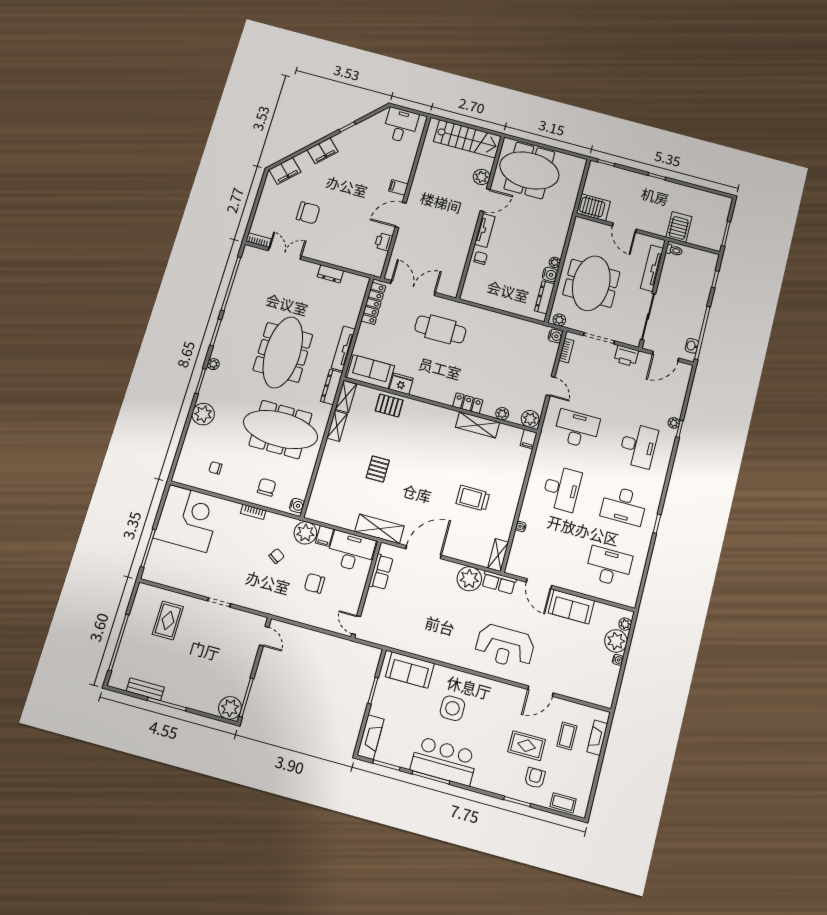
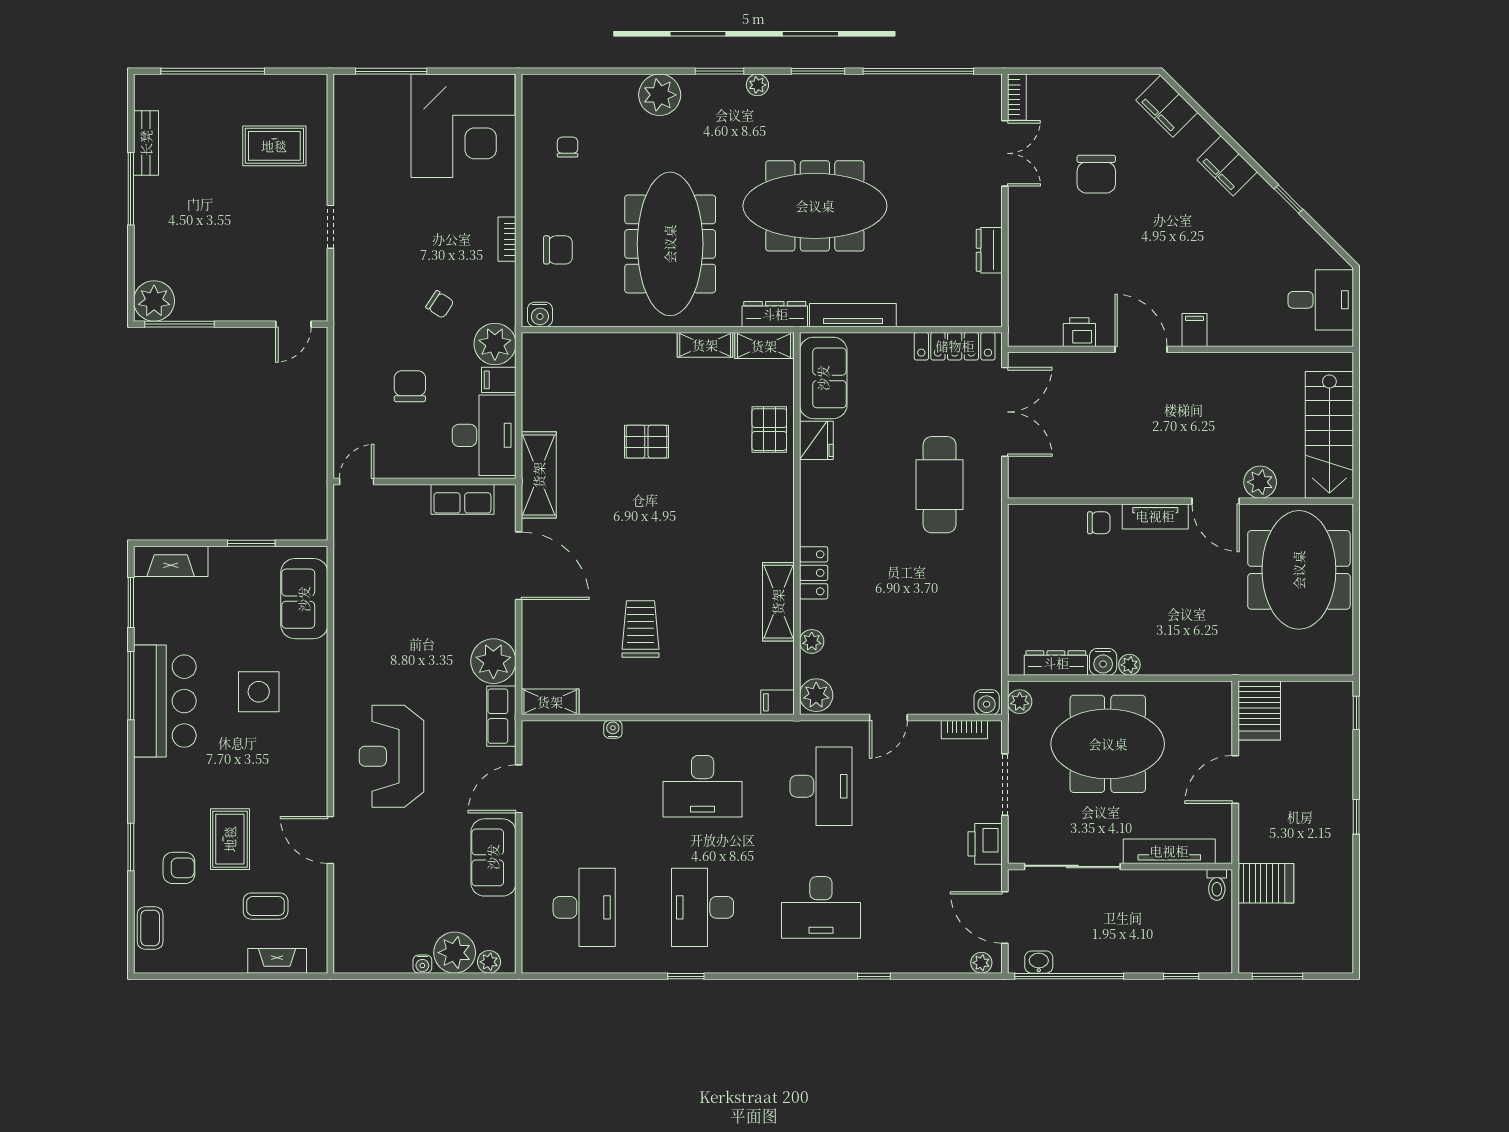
plant: (674, 423) -> (981, 963), moved

